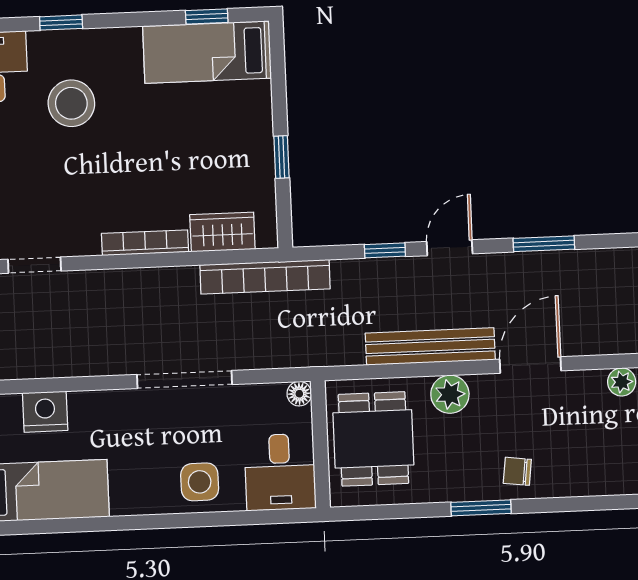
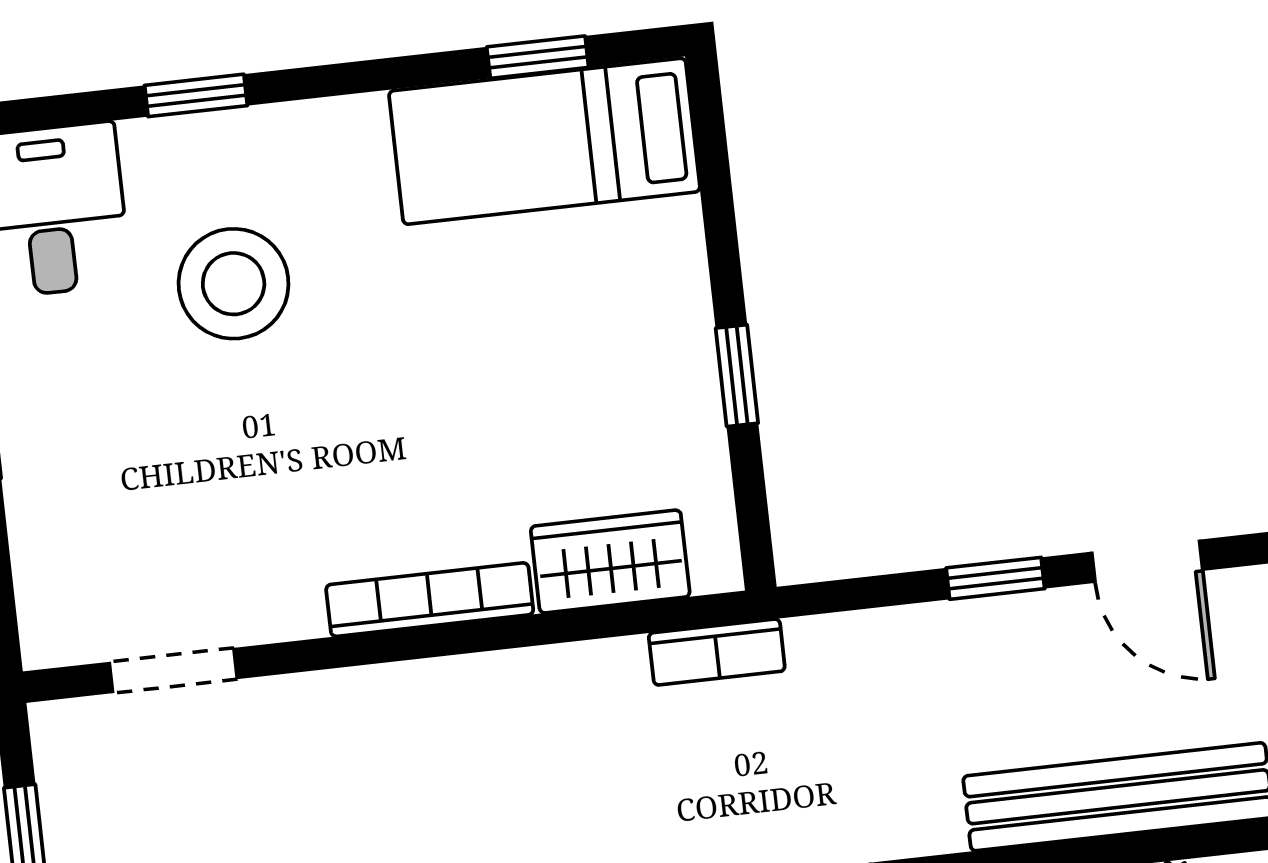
door: (450, 248) -> (1147, 561), swing flipped
bookcase: (265, 277) -> (717, 652), width x0.43, depth x0.76

